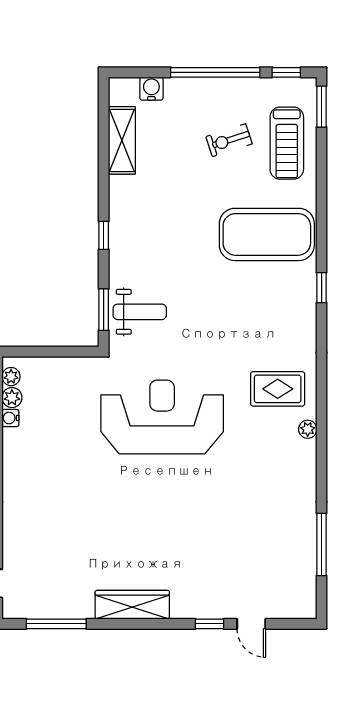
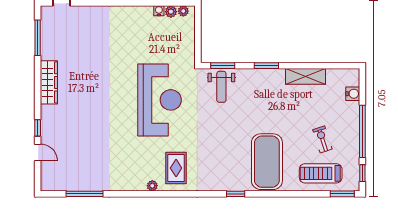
shelving: (122, 140) -> (305, 76), moved
window: (104, 235) -> (266, 66), width x1.50
door: (251, 624) -> (38, 152), swing flipped

